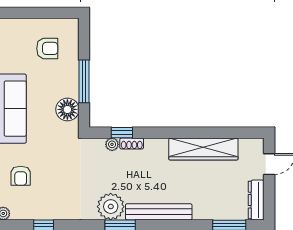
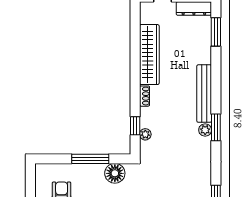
shoe rack: (132, 143) -> (145, 96), moved
plant: (111, 207) -> (205, 130), width x0.53, depth x0.53

